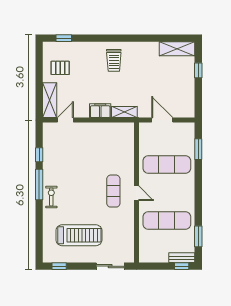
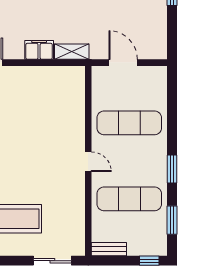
window: (198, 149) -> (172, 169), moved
exercise mat: (113, 191) -> (57, 159), removed
bench: (182, 258) -> (109, 249), moved

